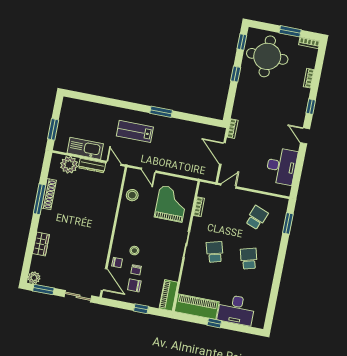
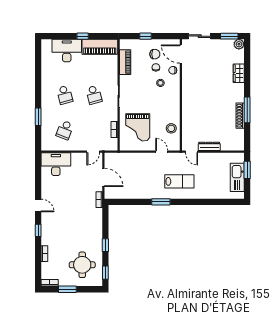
round table: (267, 56) -> (82, 265), width x0.73, depth x0.73
kitchen sink: (85, 148) -> (237, 177), moved, turned 90
plant: (69, 165) -> (228, 143), removed
desk: (281, 166) -> (56, 164), moved, turned 90
window: (288, 223) -> (38, 117), moved
piano: (168, 295) -> (125, 62), moved

